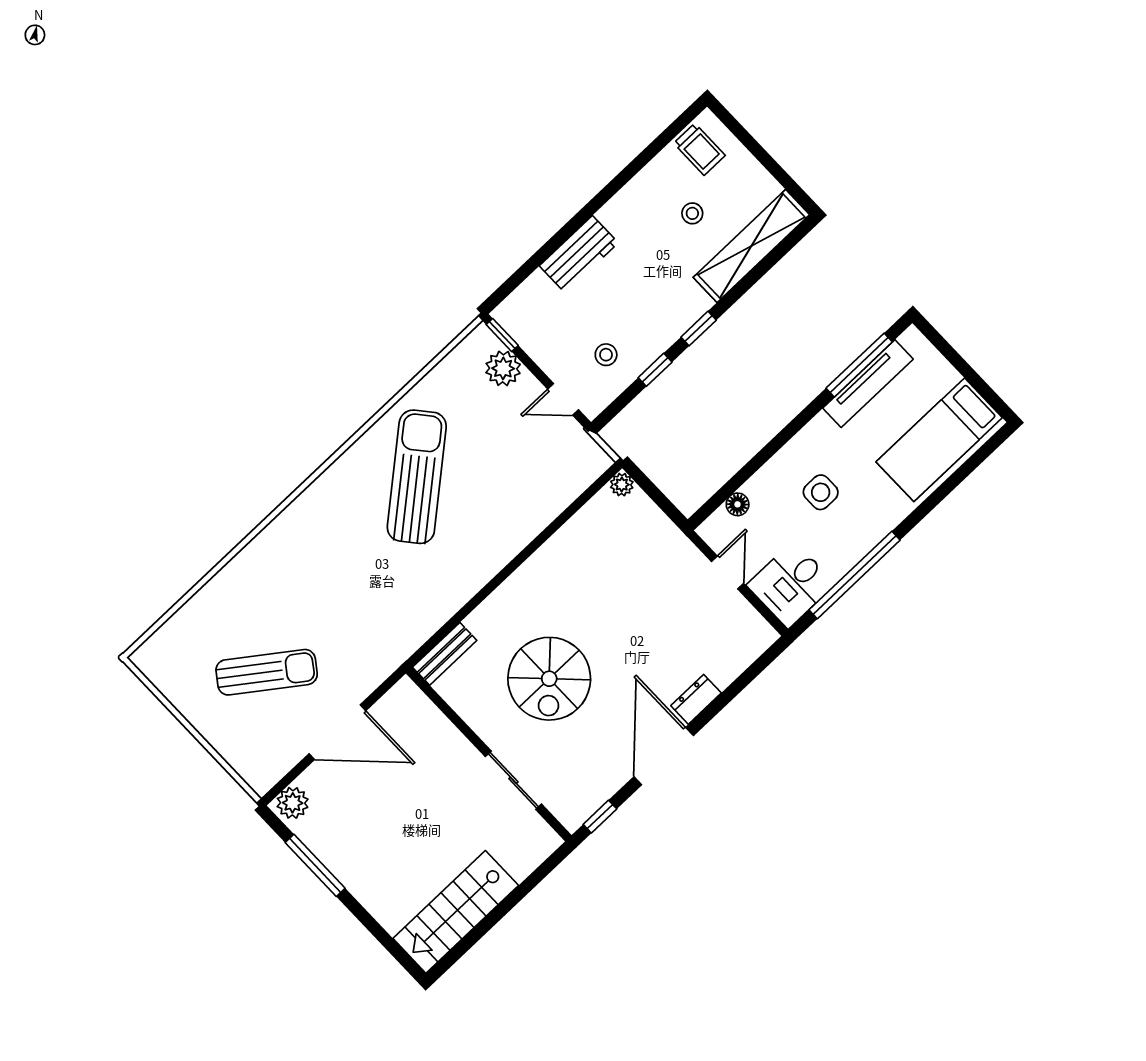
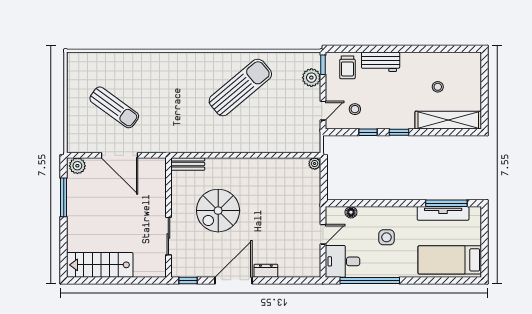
trolley: (699, 149) -> (347, 67), moved
door: (563, 399) -> (323, 111), swing flipped

